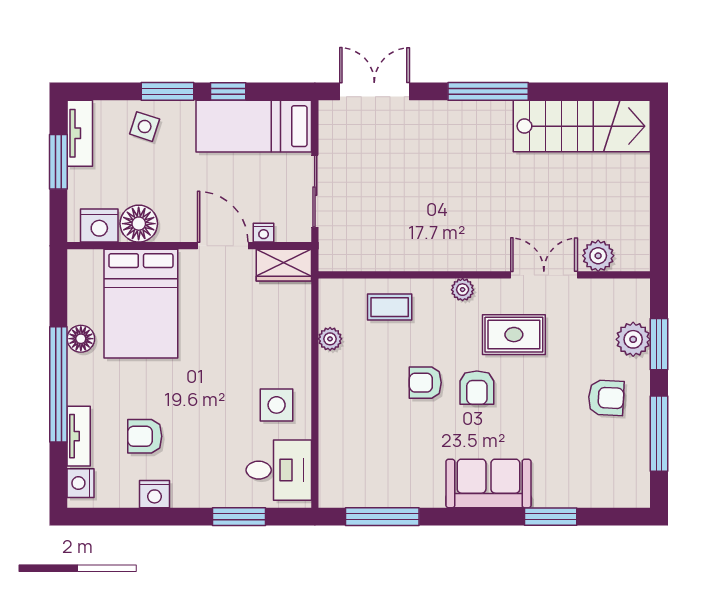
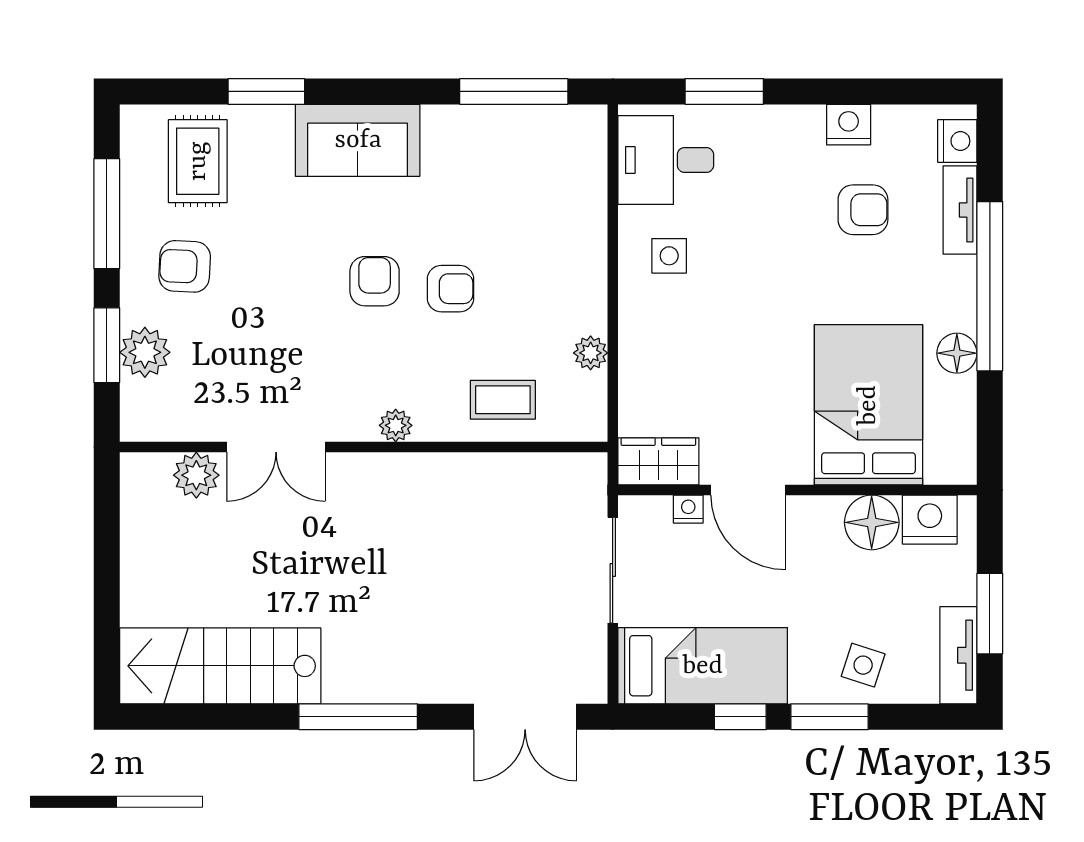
rug: (514, 335) -> (198, 161), moved, turned 90
side table: (277, 405) -> (669, 256), width x0.73, depth x0.73

